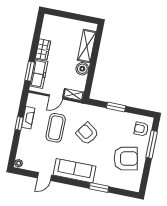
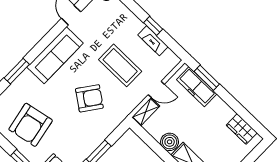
wardrobe: (43, 49) -> (242, 129), moved
door: (56, 97) -> (156, 89), swing flipped

